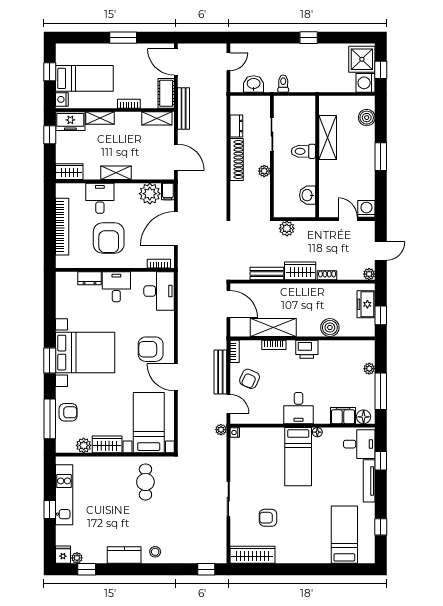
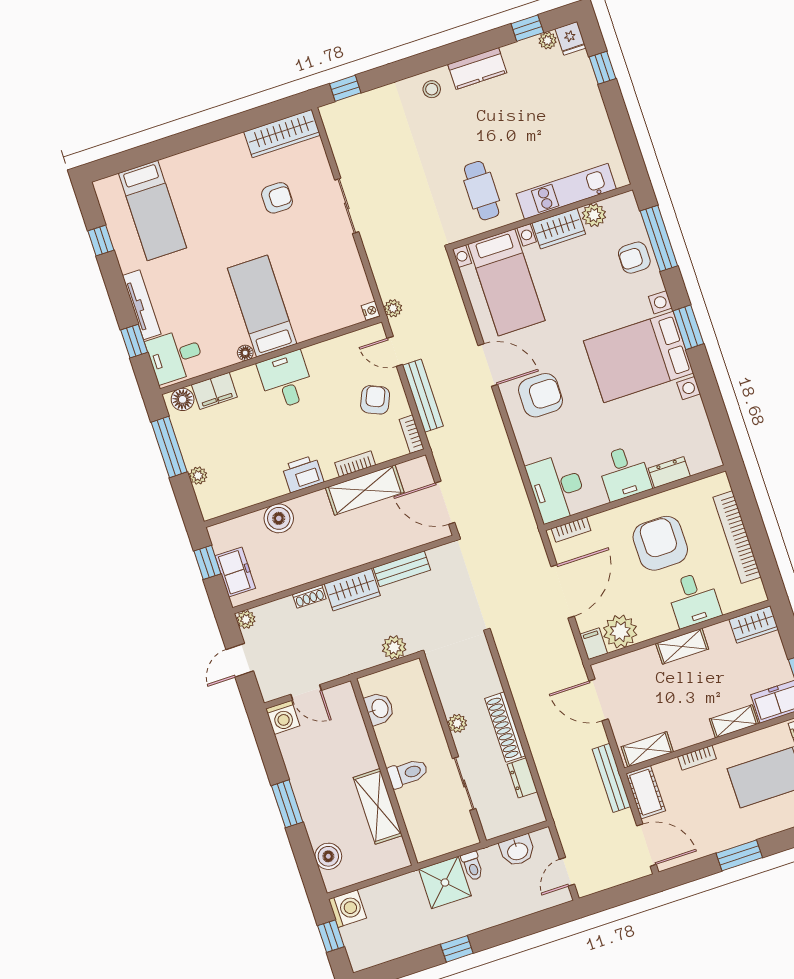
shower: (362, 59) -> (445, 883), moved
kitchen unit: (64, 495) -> (566, 191), moved, turned 90
window: (50, 509) -> (602, 68), moved

